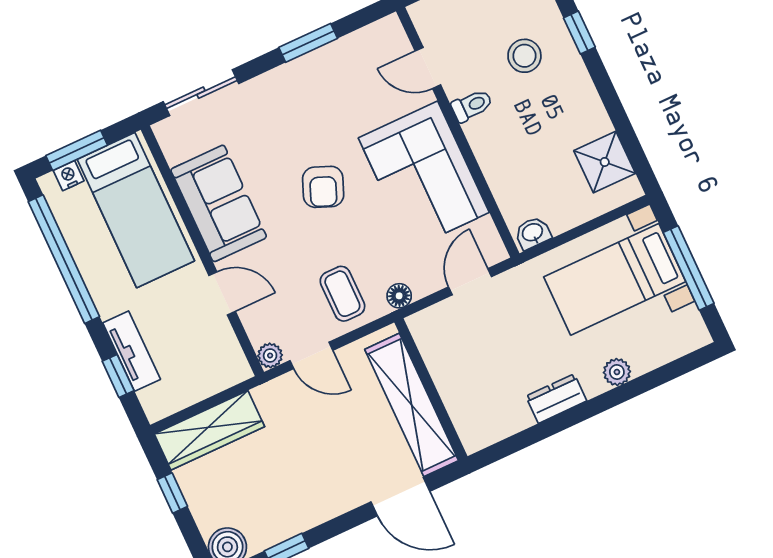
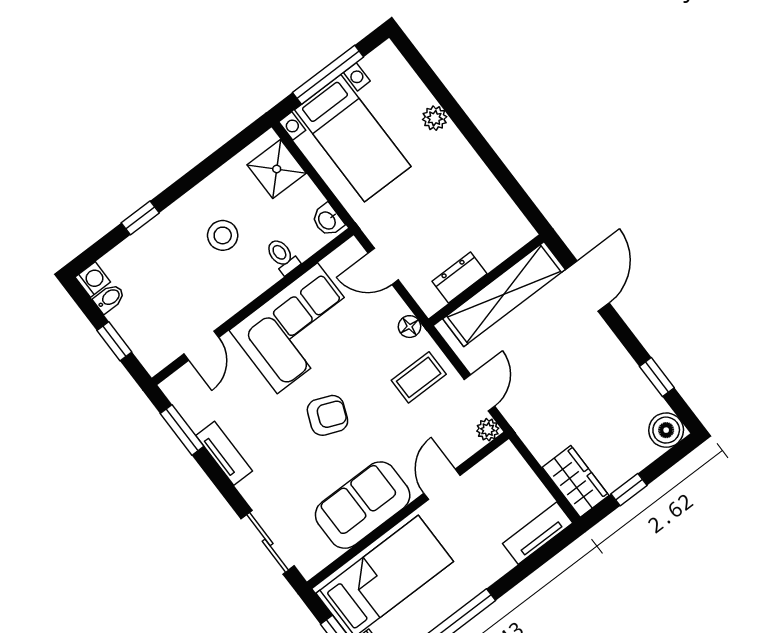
window: (308, 43) -> (182, 430), moved
stool: (524, 56) -> (223, 235), moved
tv unit: (307, 67) -> (224, 453), added
toilet: (472, 106) -> (282, 256), moved
shower: (605, 162) -> (277, 169), moved
tv unit: (132, 351) -> (538, 533), moved
window: (118, 376) -> (536, 561), removed
dresser: (556, 399) -> (459, 278), moved, turned 90
wardrobe: (209, 430) -> (576, 481), width x0.67

